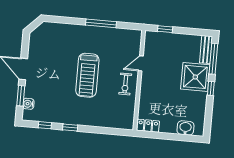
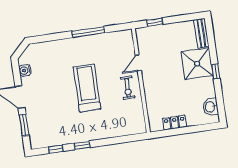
window: (213, 59) -> (211, 41), removed
treadmill: (87, 75) -> (87, 88), turned 180
water cooler: (28, 104) -> (25, 70), moved
locker: (148, 126) -> (175, 123), moved
washbasin: (185, 128) -> (210, 107), moved, turned -90

